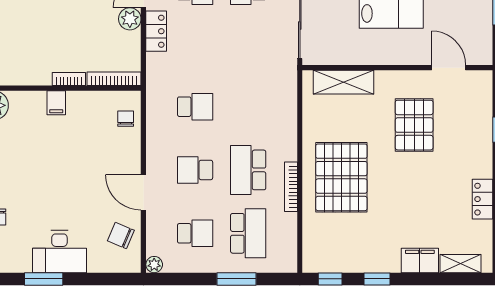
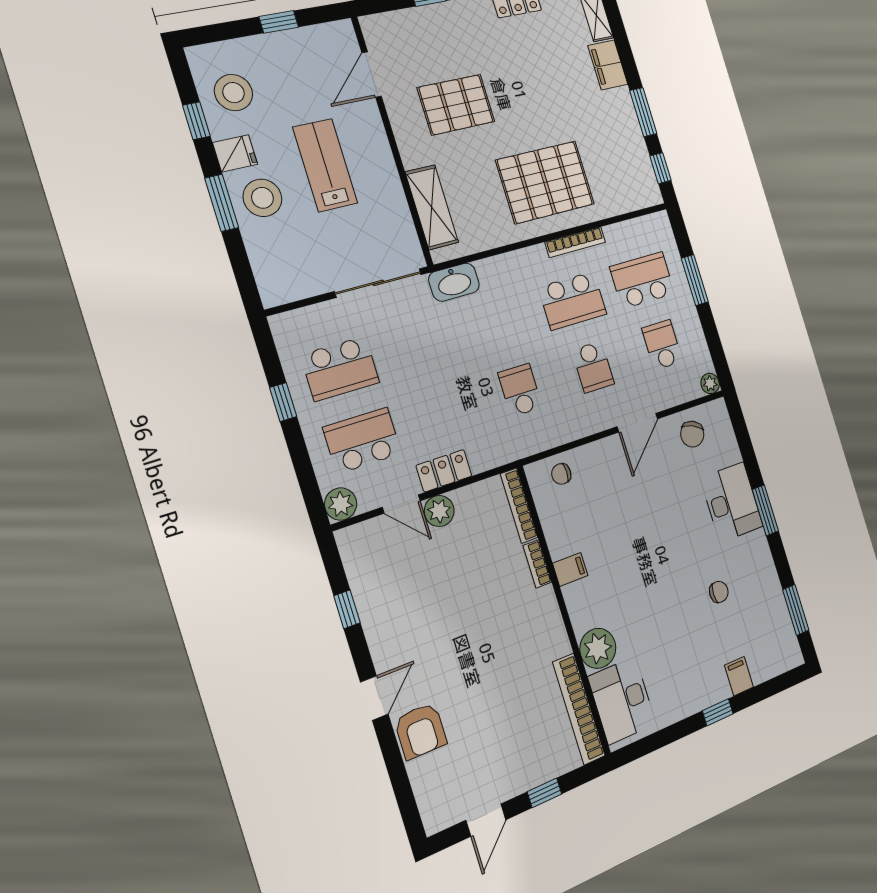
washbasin: (286, 82) -> (454, 282), added
window: (377, 279) -> (643, 112), width x1.50

